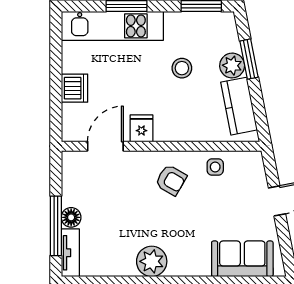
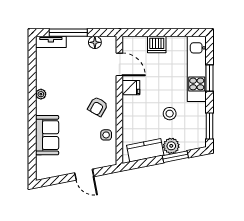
floor lamp: (71, 217) -> (95, 42), moved
sofa: (242, 259) -> (47, 135), moved
plant: (152, 261) -> (41, 94), width x0.53, depth x0.53

